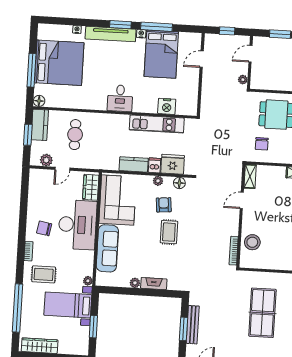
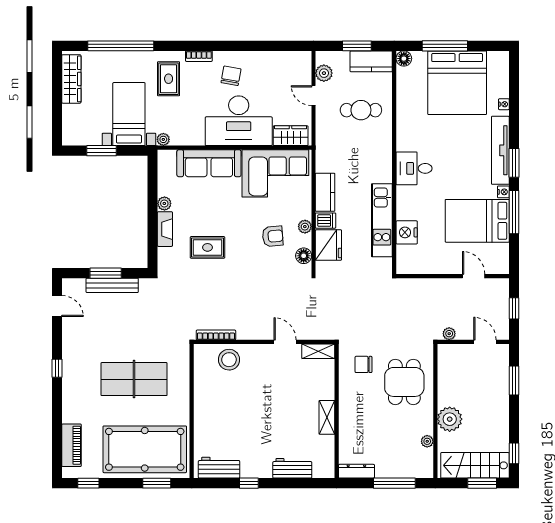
rug: (169, 232) -> (208, 247), moved

